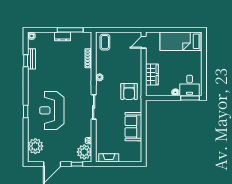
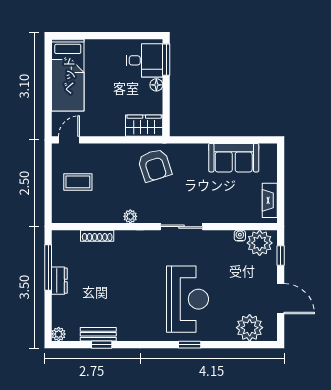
coffee table: (105, 42) -> (78, 182), moved
door: (144, 42) -> (69, 140), swing flipped
wardrobe: (152, 75) -> (144, 126), moved
armchair: (129, 91) -> (155, 165), turned 72
reception desk: (52, 110) -> (188, 299), turned -90
sofa: (133, 127) -> (234, 158), moved

